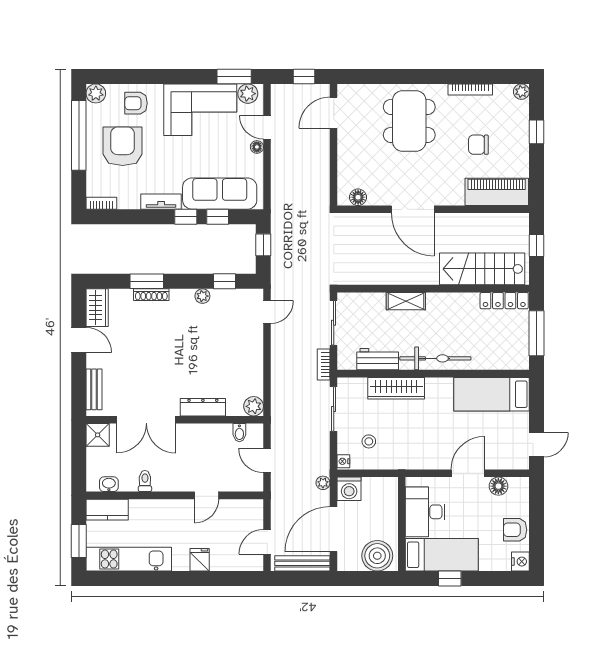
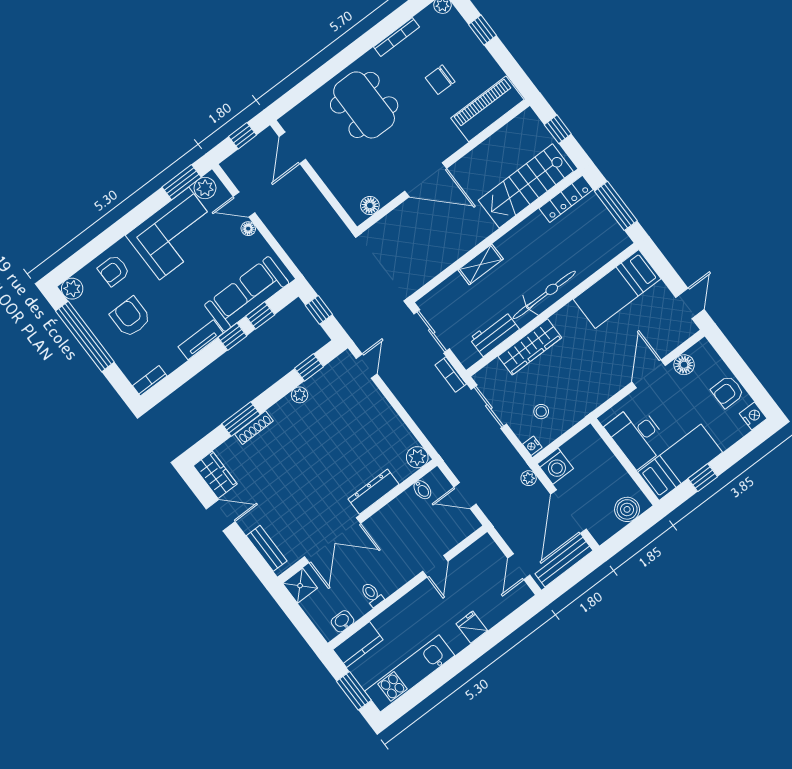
armchair: (123, 146) -> (130, 317), width x0.73, depth x0.73
boiler: (377, 556) -> (627, 509), width x0.73, depth x0.73

